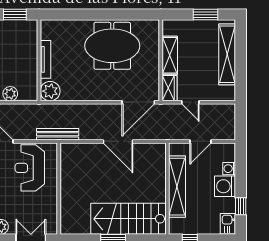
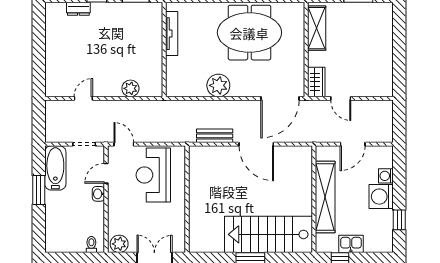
shelving: (227, 54) -> (384, 42), removed
shelving: (170, 55) -> (317, 28), moved
tv unit: (46, 59) -> (172, 34), moved
plant: (50, 91) -> (218, 85), moved
bench: (58, 134) -> (215, 136), moved, width x0.73
kitchen sink: (228, 224) -> (351, 244), moved, turned 90

